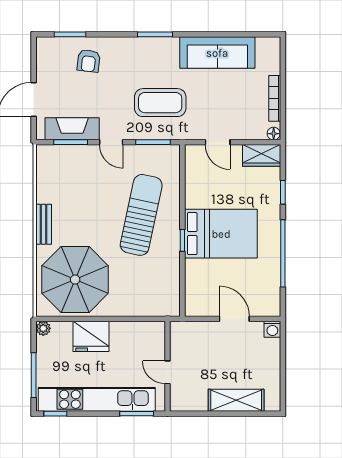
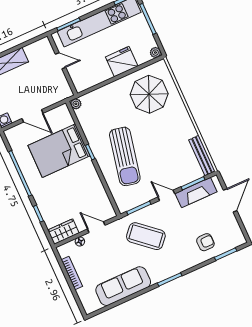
armchair: (89, 61) -> (205, 242), turned 83
coffee table: (160, 103) -> (146, 236), turned 41
floor lamp: (274, 134) -> (80, 241), moved
bench: (44, 224) -> (202, 156), moved, width x1.36
bed: (221, 234) -> (59, 151), moved
parasol: (75, 280) -> (149, 94), width x0.73, depth x0.73
plant: (173, 309) -> (76, 104), added

